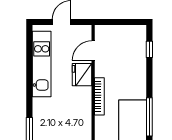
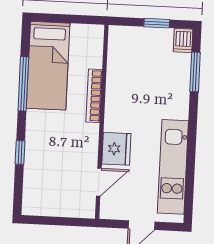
window: (149, 49) -> (20, 152), moved
bookcase: (99, 96) -> (94, 96), moved

